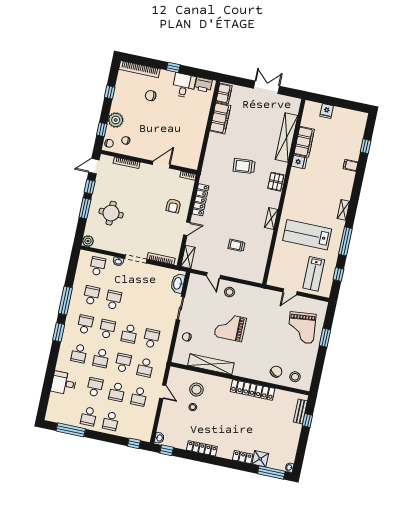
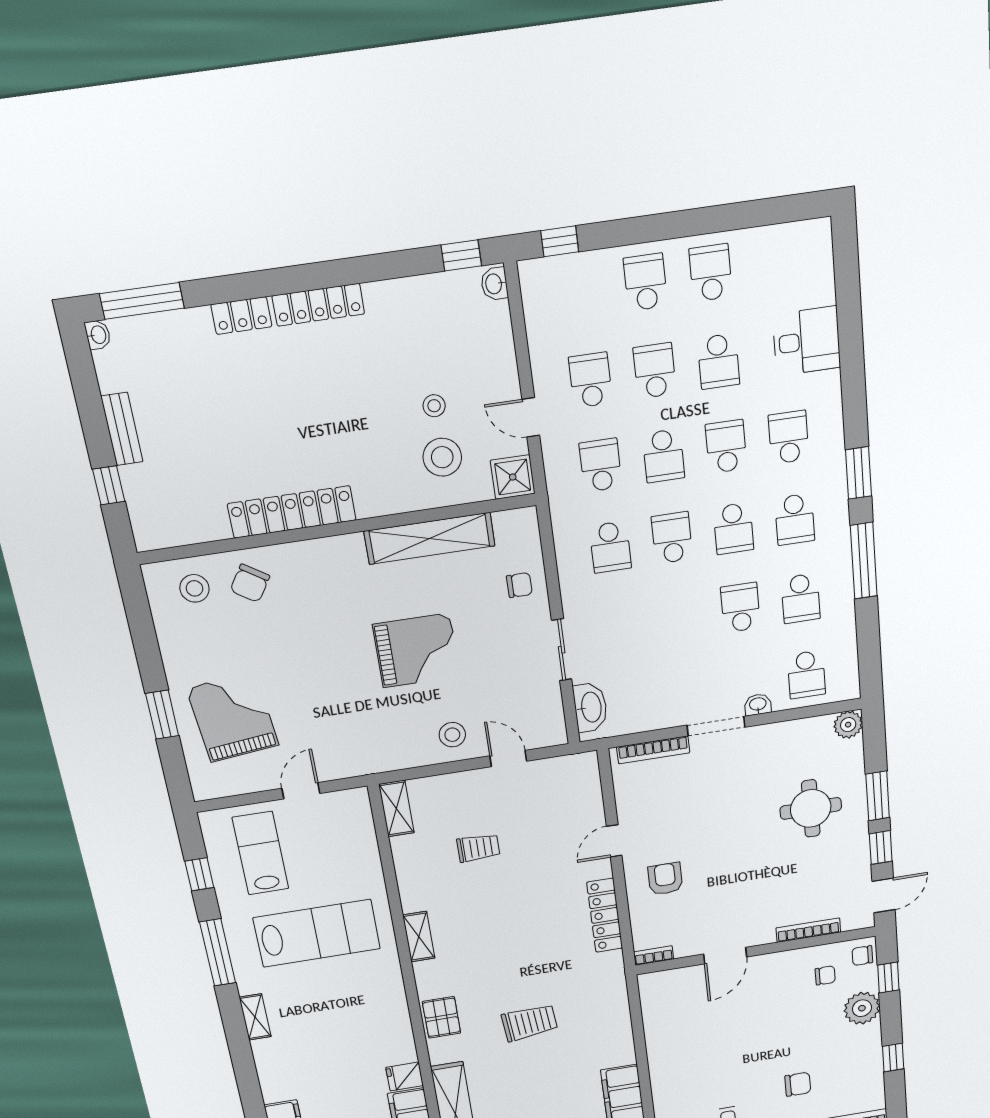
shelving: (188, 257) -> (396, 809), moved
school desk: (113, 300) -> (741, 608), turned 180
bench: (300, 411) -> (122, 429), moved
window: (71, 430) -> (749, 214), removed
locker: (202, 448) -> (318, 305), moved
shower: (260, 459) -> (513, 477), moved

